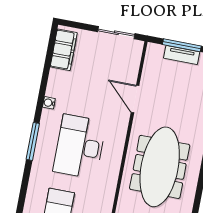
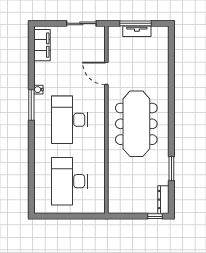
window: (33, 141) -> (31, 105), moved

